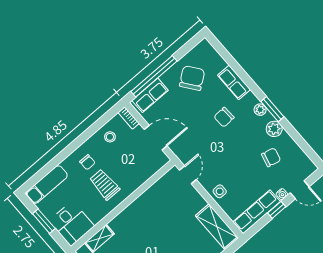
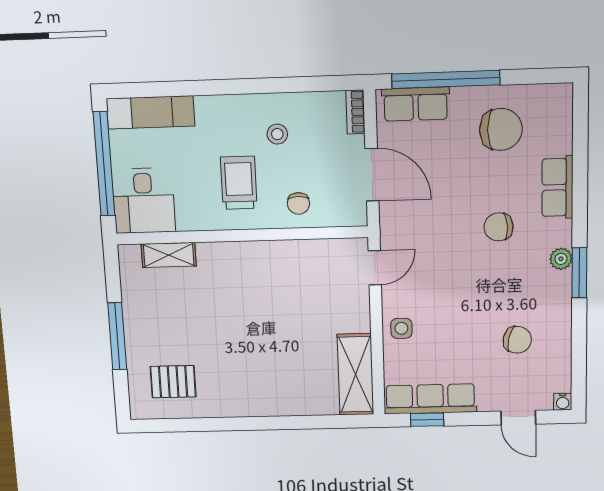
chair: (192, 78) -> (501, 129), turned 37
plant: (274, 129) -> (557, 303), removed
stool: (110, 137) -> (277, 134), moved
chair: (87, 162) -> (298, 203), moved
water cooler: (282, 194) -> (563, 402), moved
window: (277, 210) -> (427, 420), moved
window: (44, 221) -> (104, 164), width x2.11

